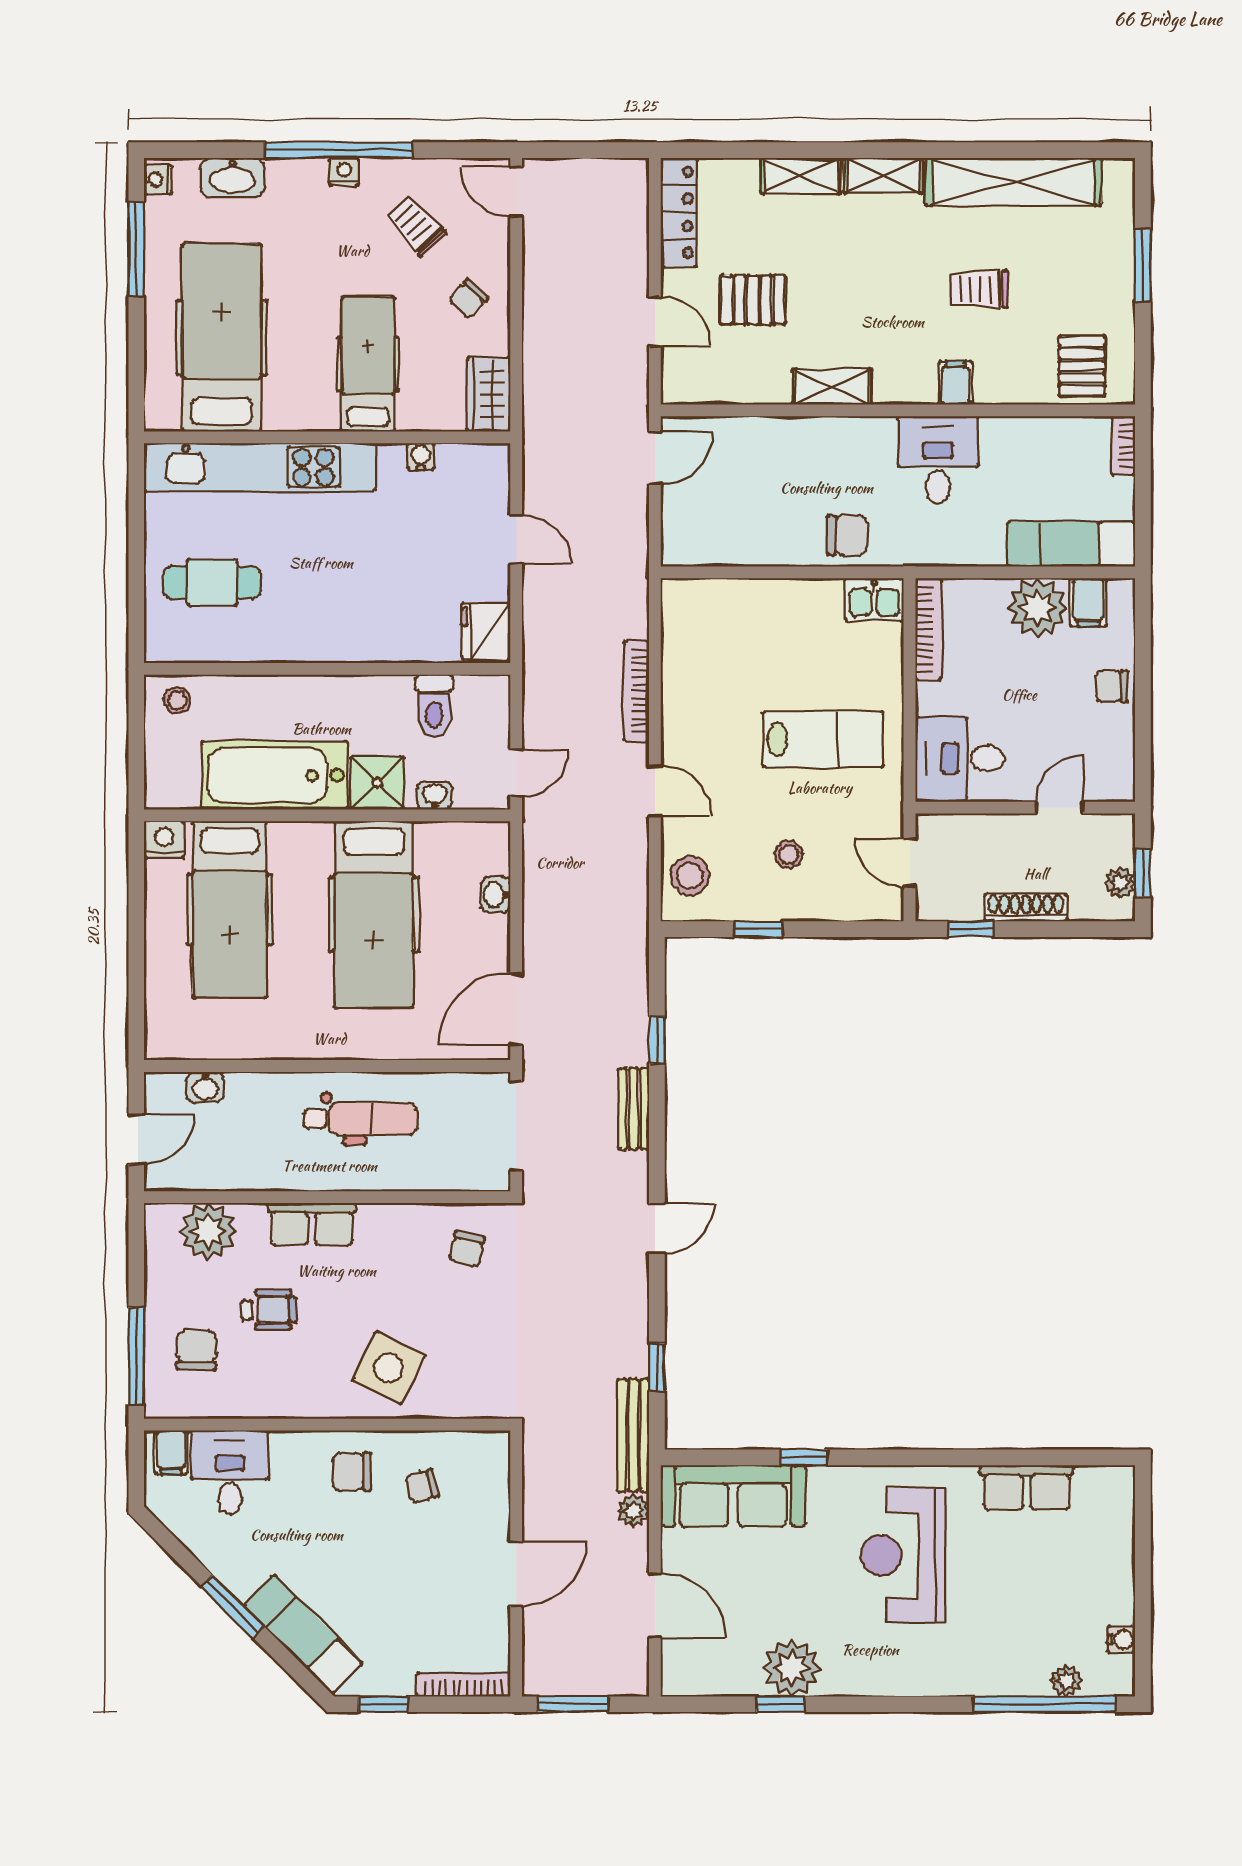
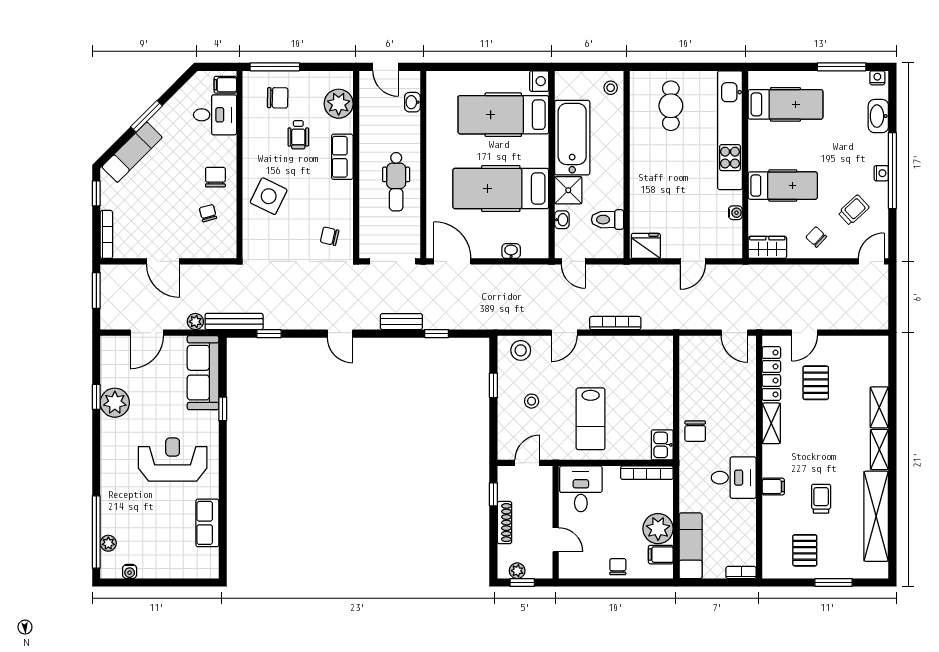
locker: (679, 212) -> (771, 373), moved, turned -90
hospital bed: (222, 338) -> (785, 104), width x0.73, depth x0.78
pallet: (1082, 366) -> (805, 550), moved, turned 90

